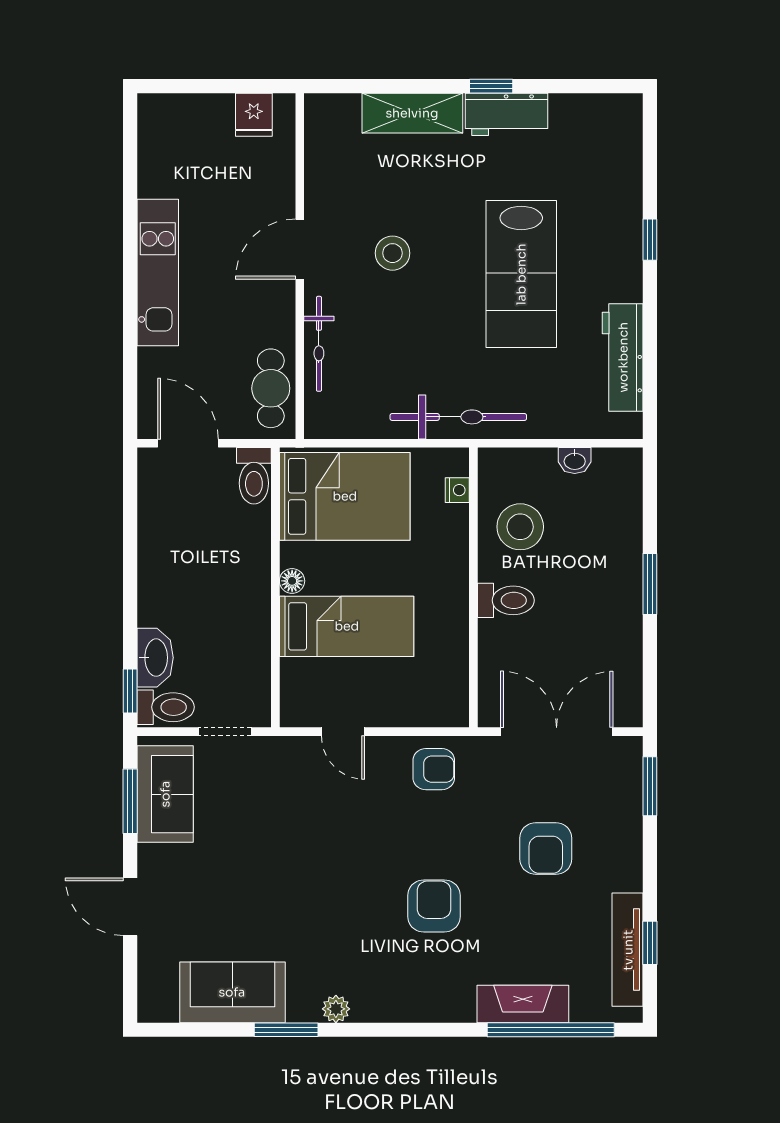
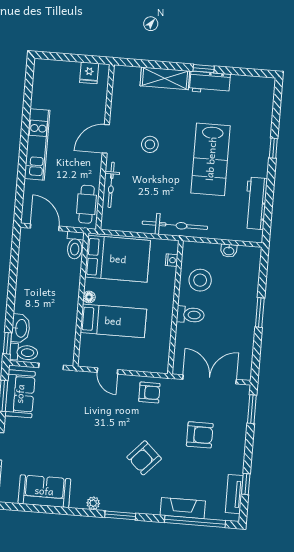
armchair: (546, 849) -> (200, 435), turned -90
armchair: (434, 906) -> (144, 458), turned -137
tv unit: (628, 950) -> (234, 494), width x0.71
window: (286, 1030) -> (120, 515), moved

